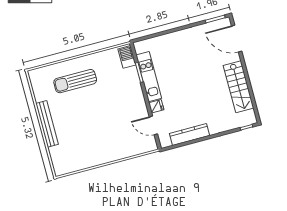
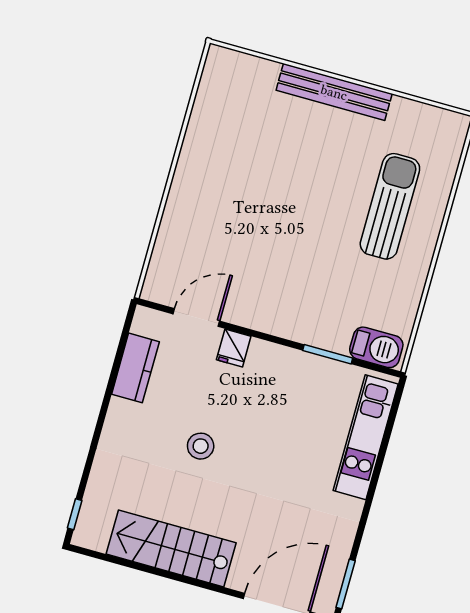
kitchen unit: (149, 77) -> (366, 437), moved, turned 90
stool: (197, 98) -> (201, 446), added
kitchen counter: (189, 135) -> (135, 368), width x0.67

